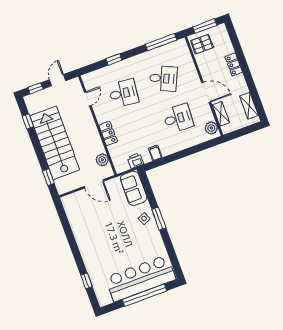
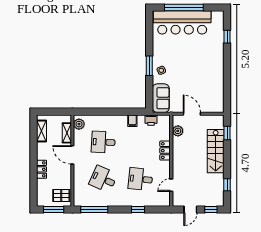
stairs: (55, 143) -> (216, 151), width x0.73, depth x0.66

